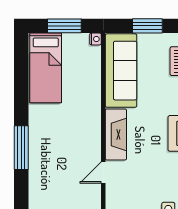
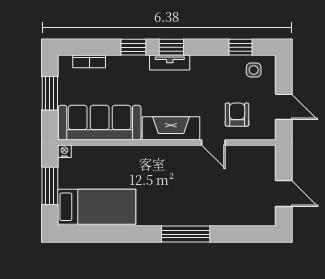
armchair: (128, 194) -> (237, 115), added

